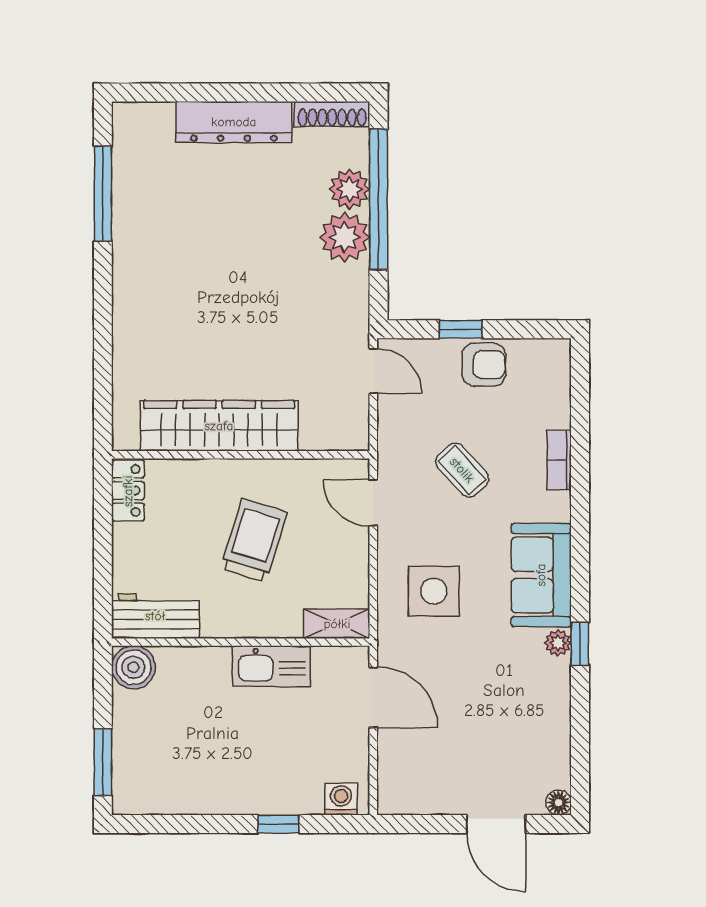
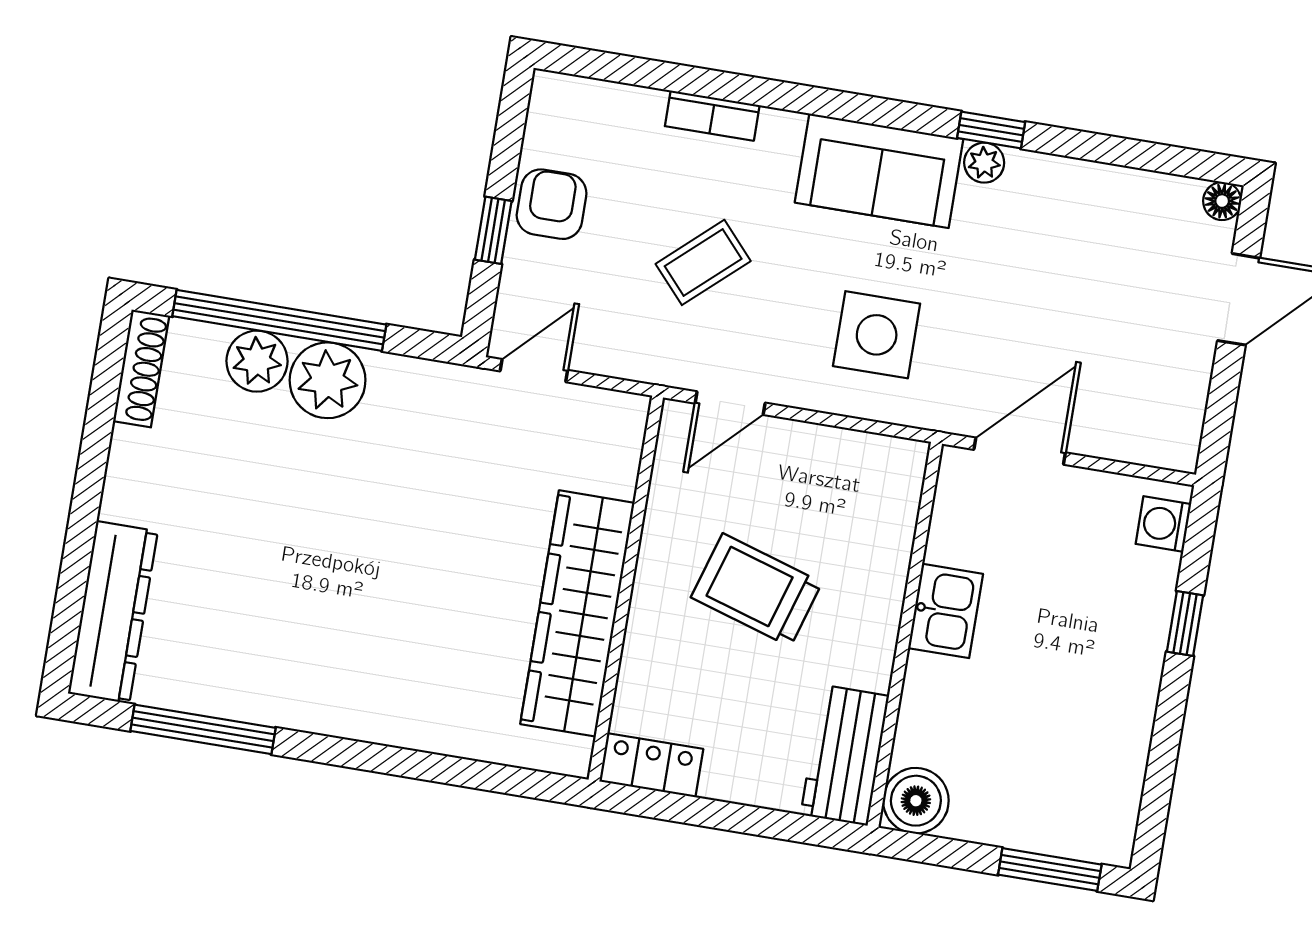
dresser: (234, 122) -> (113, 612), moved
shelving: (337, 624) -> (901, 487), removed
kitchen sink: (271, 666) -> (945, 611), width x0.73

